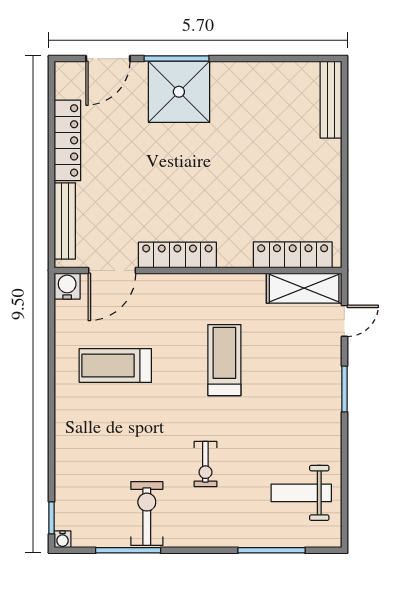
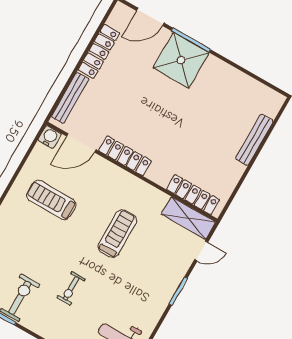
bench: (331, 100) -> (254, 140), moved

